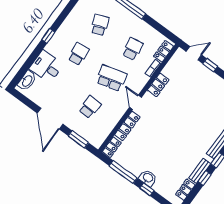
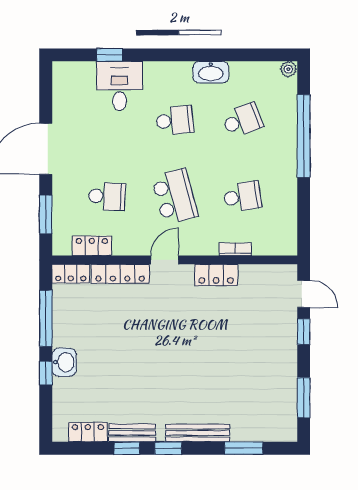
window: (48, 36) -> (110, 55), moved
locker: (163, 51) -> (92, 246), moved
washbasin: (27, 81) -> (211, 72), moved

